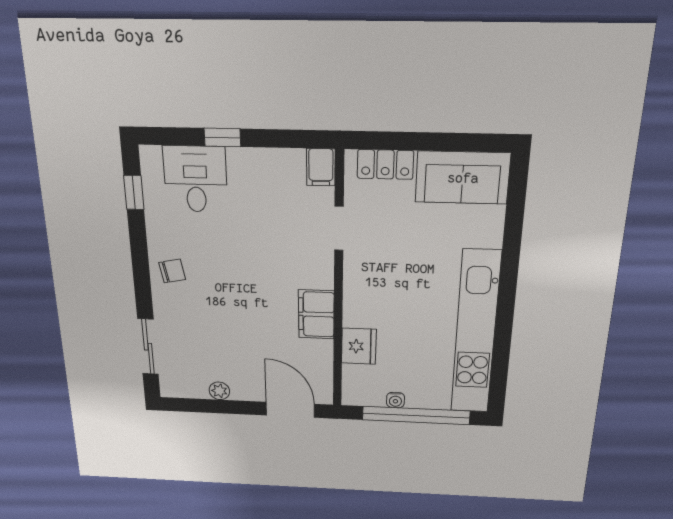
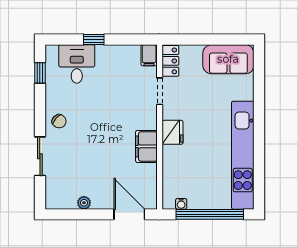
locker: (385, 164) -> (170, 61), moved, turned -90
chair: (172, 271) -> (59, 121), turned 54
fridge: (359, 346) -> (173, 132), moved
sliding door: (148, 347) -> (40, 156), moved
water cooler: (395, 400) -> (181, 204), moved

